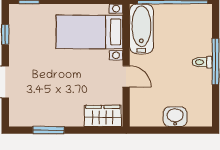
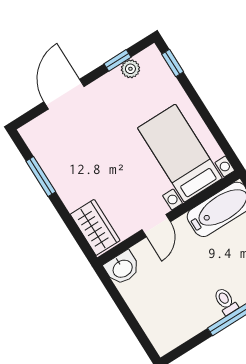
plant: (16, 30) -> (130, 69), added
washbasin: (175, 117) -> (122, 268), moved, turned 90

